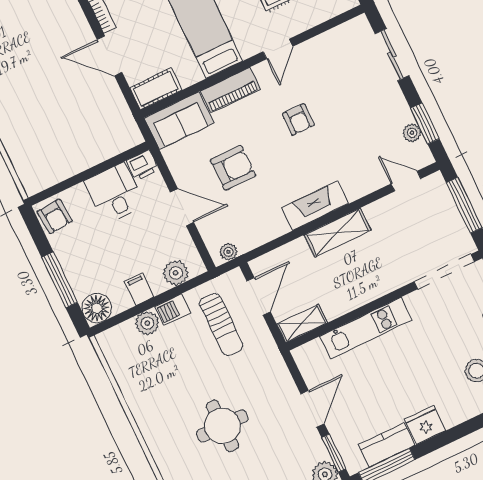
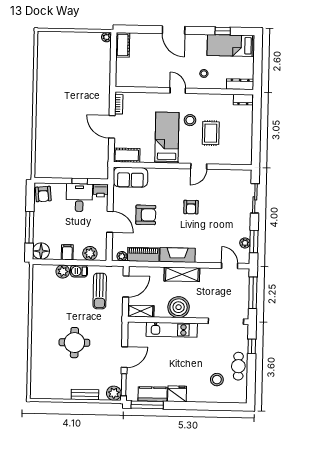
piano: (231, 90) -> (143, 255), moved, turned 180
window: (102, 167) -> (80, 181), added
boiler: (358, 287) -> (179, 307), added

